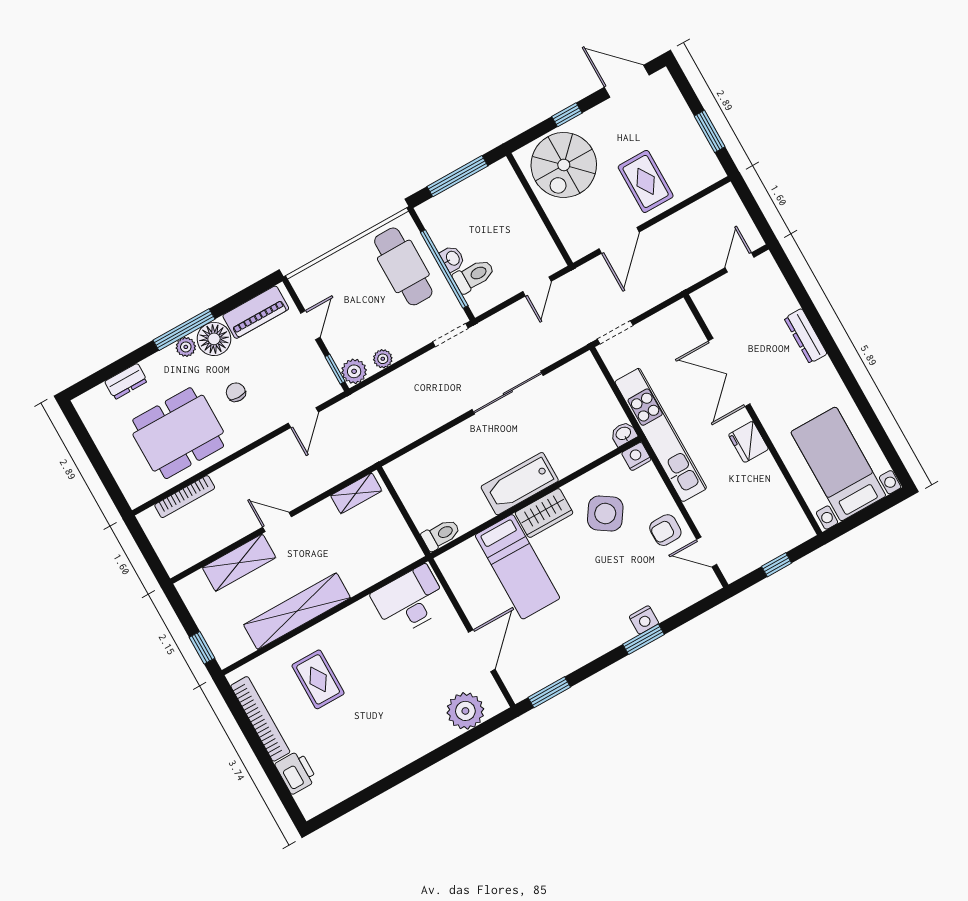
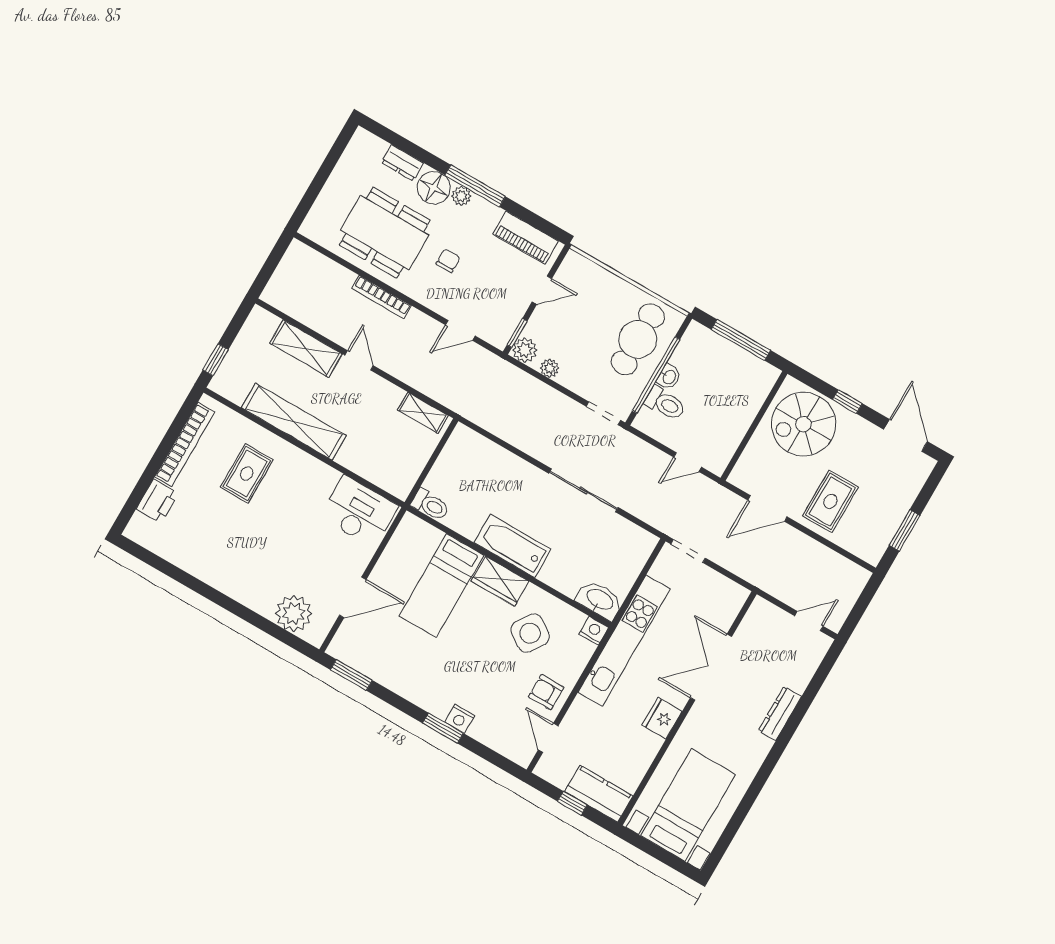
floor lamp: (214, 339) -> (434, 188), moved
washbasin: (624, 434) -> (600, 600), width x1.91, depth x1.45
bookcase: (185, 497) -> (381, 297), moved
kitchen counter: (782, 537) -> (599, 794), added

